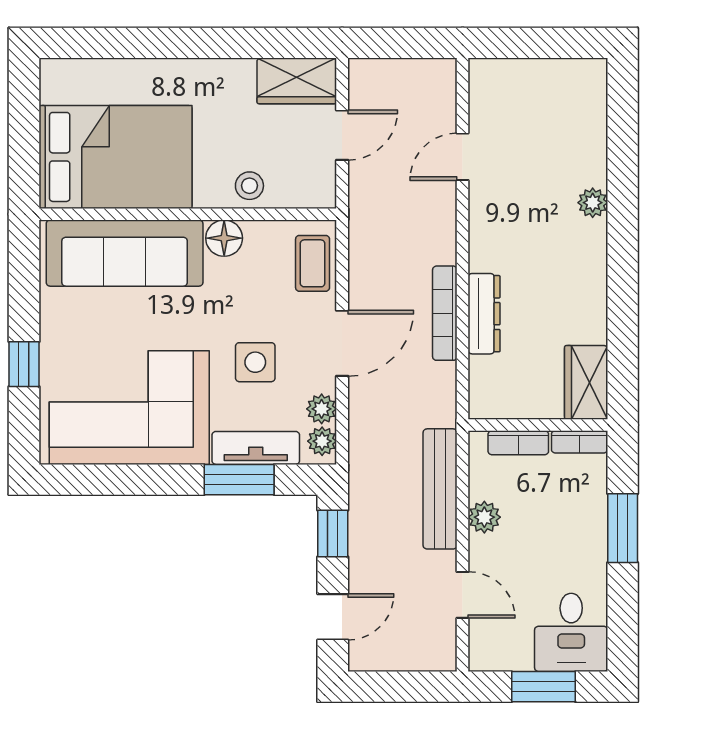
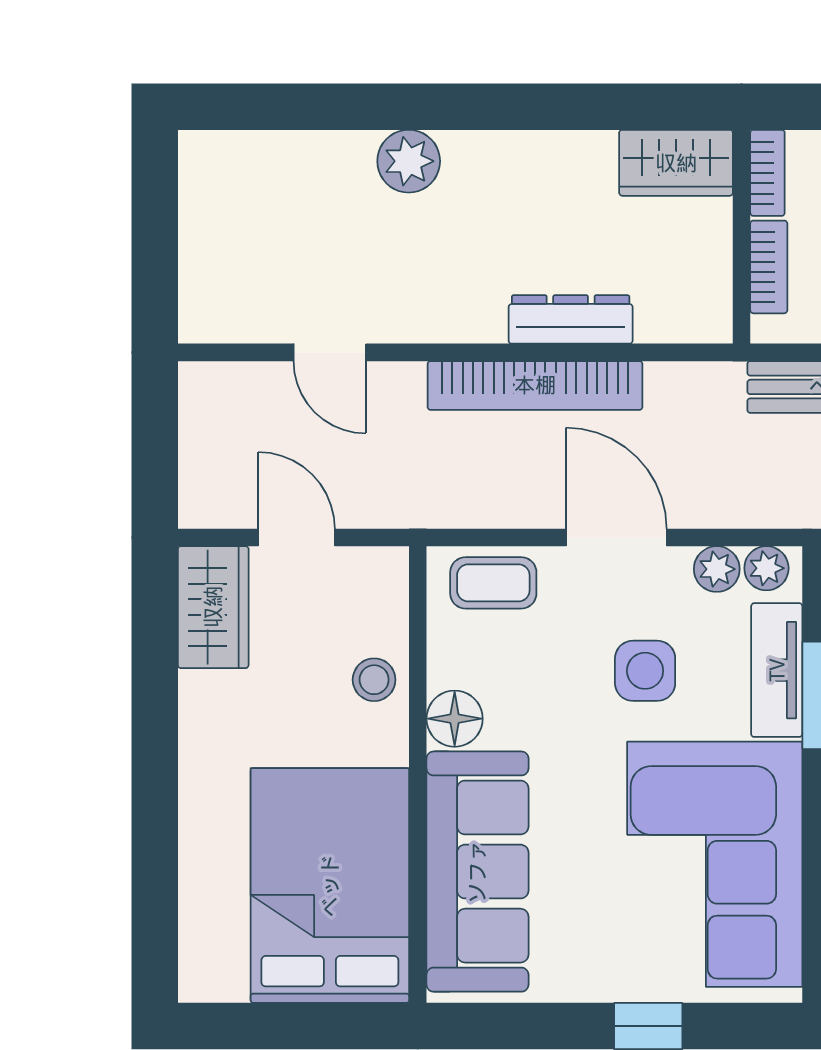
plant: (593, 203) -> (409, 161), width x1.38, depth x1.38
bookcase: (445, 313) -> (535, 385), width x1.48, depth x1.31

